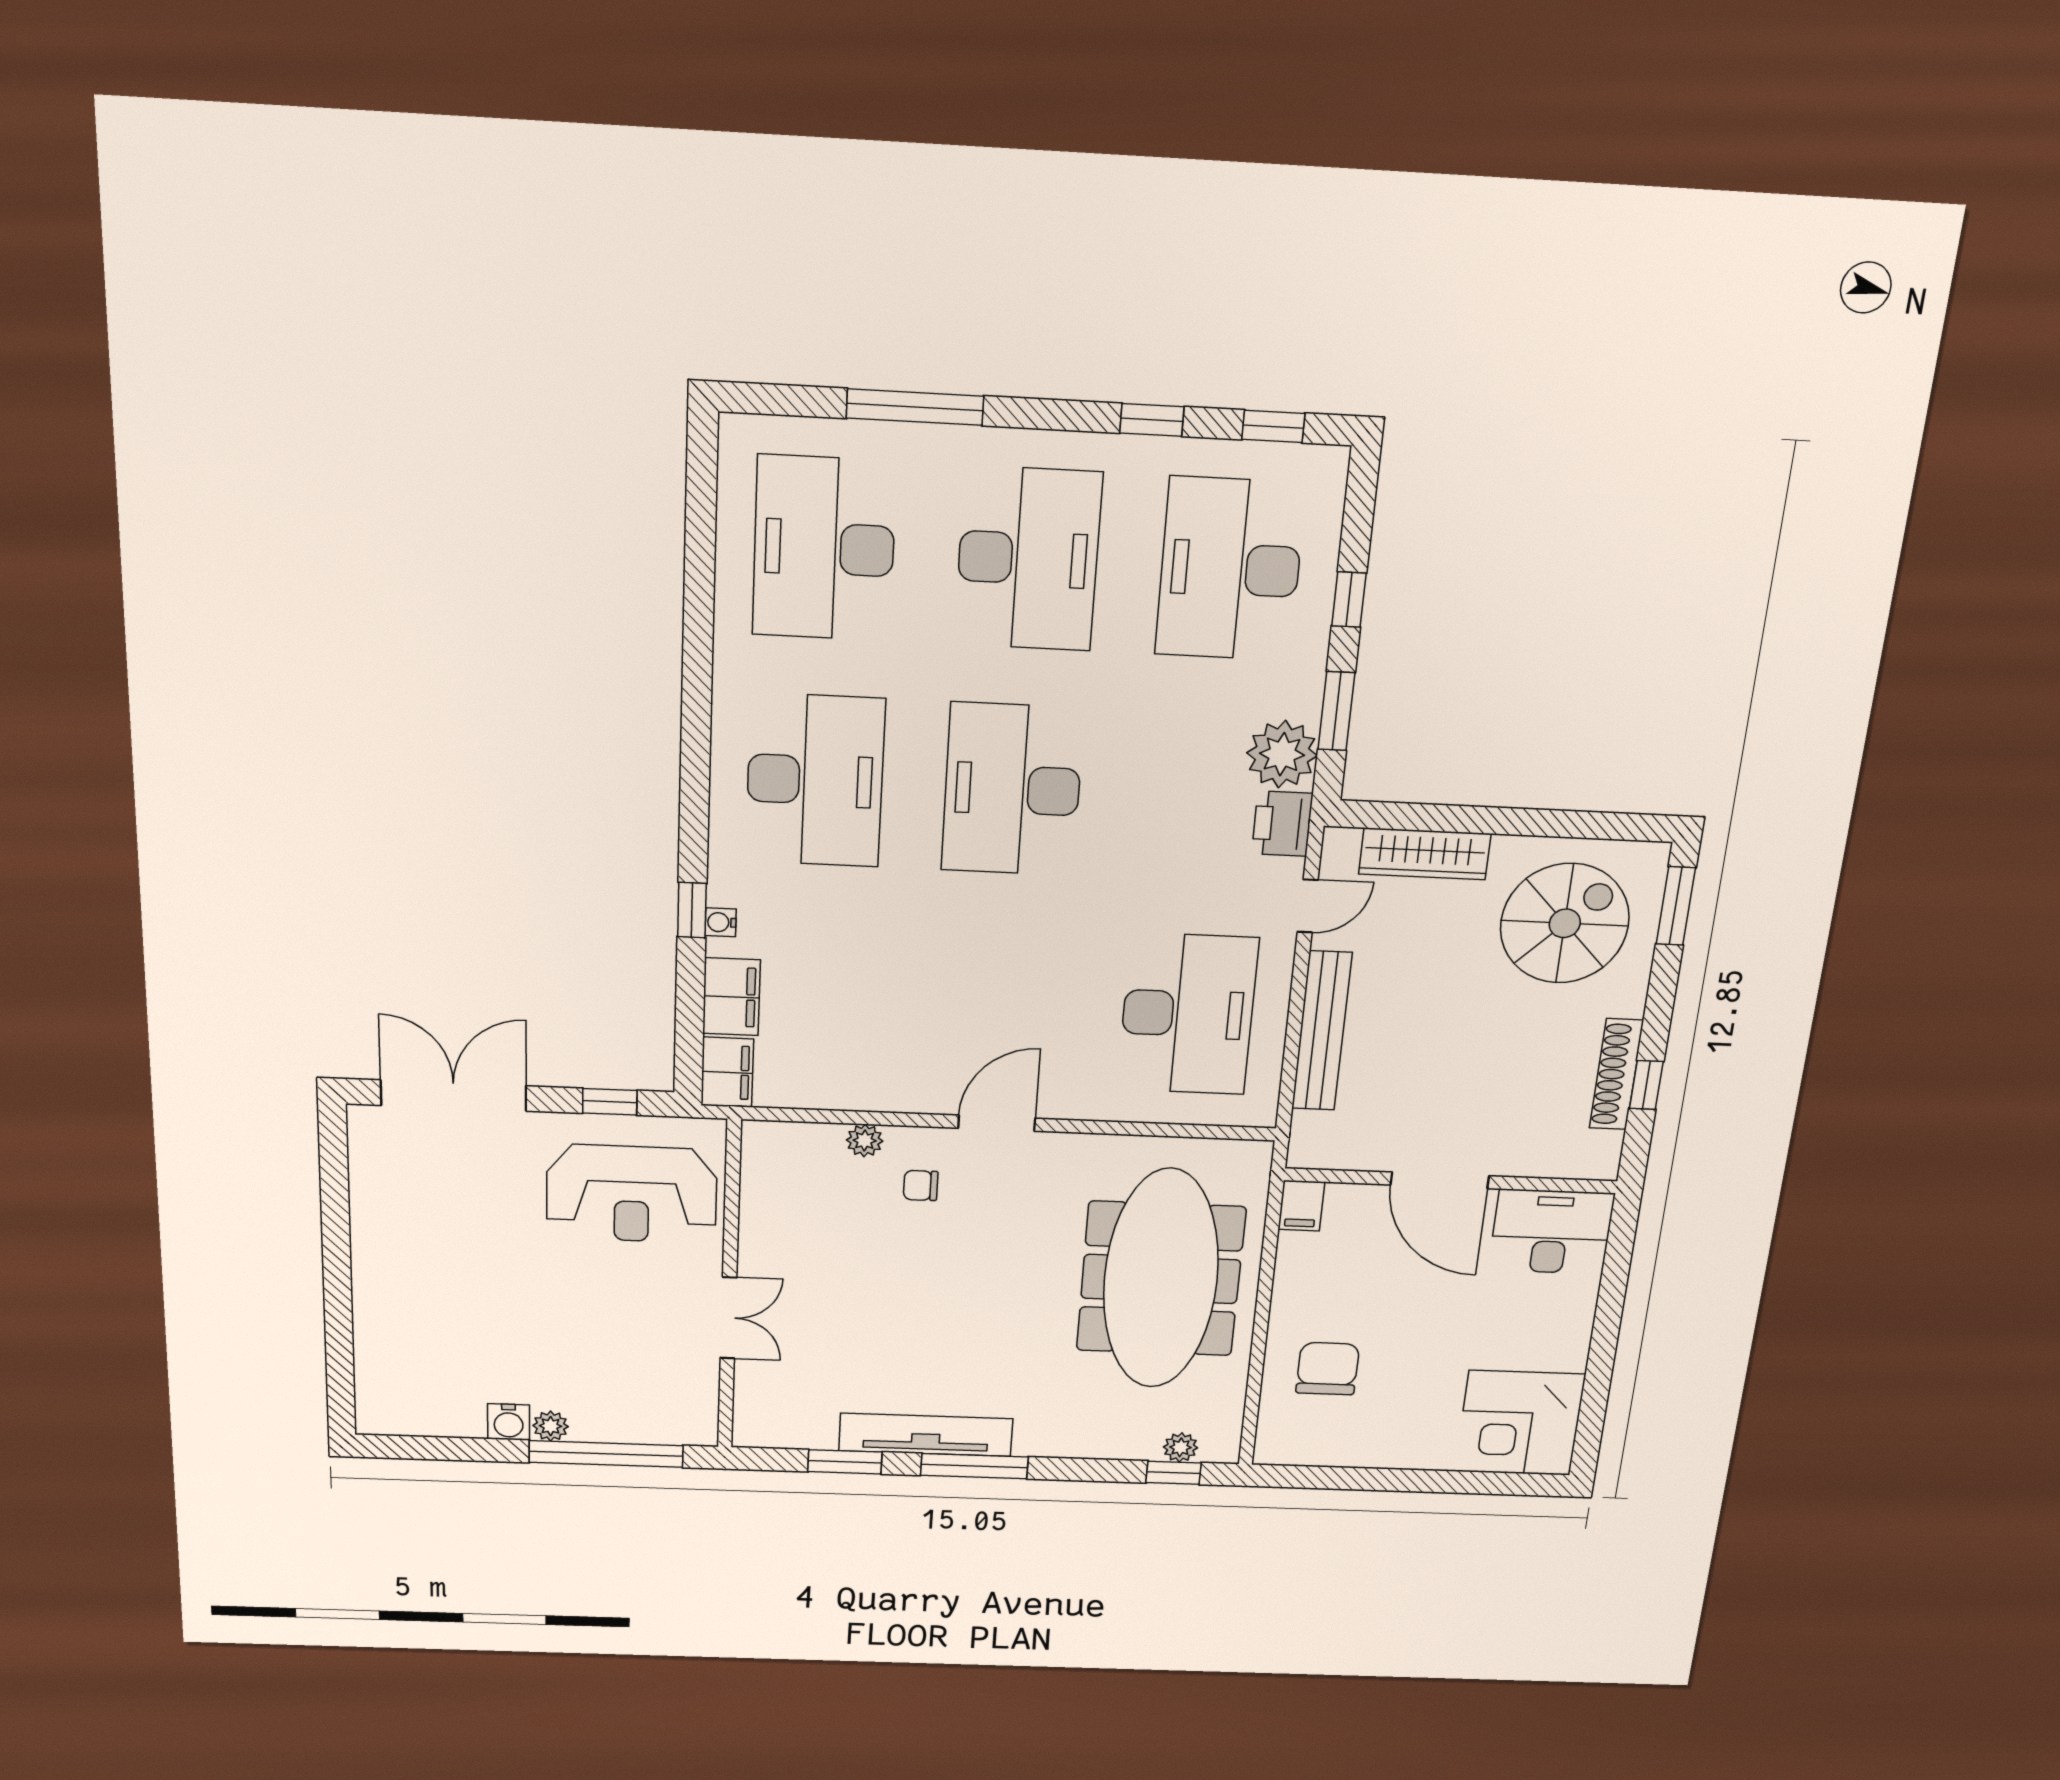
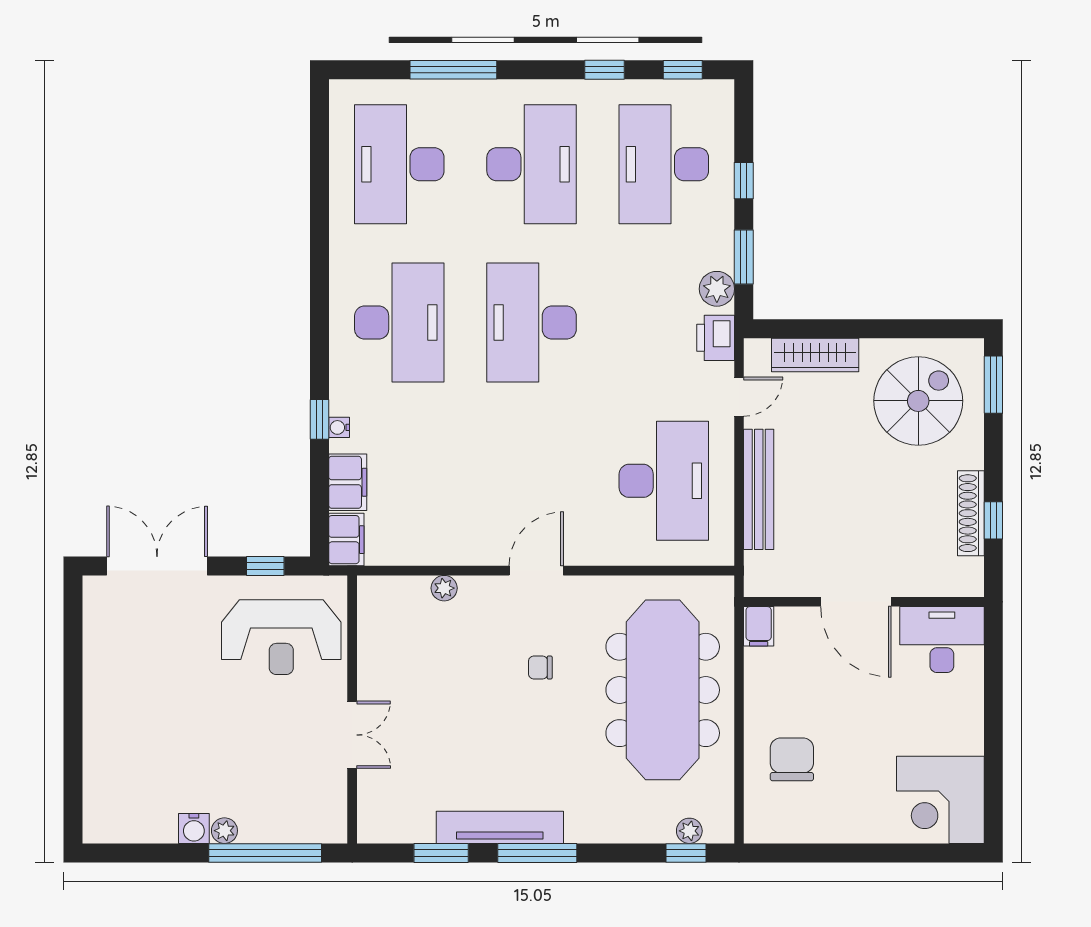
plant: (1282, 754) -> (717, 289), width x0.73, depth x0.73
chair: (921, 1185) -> (540, 668), moved

